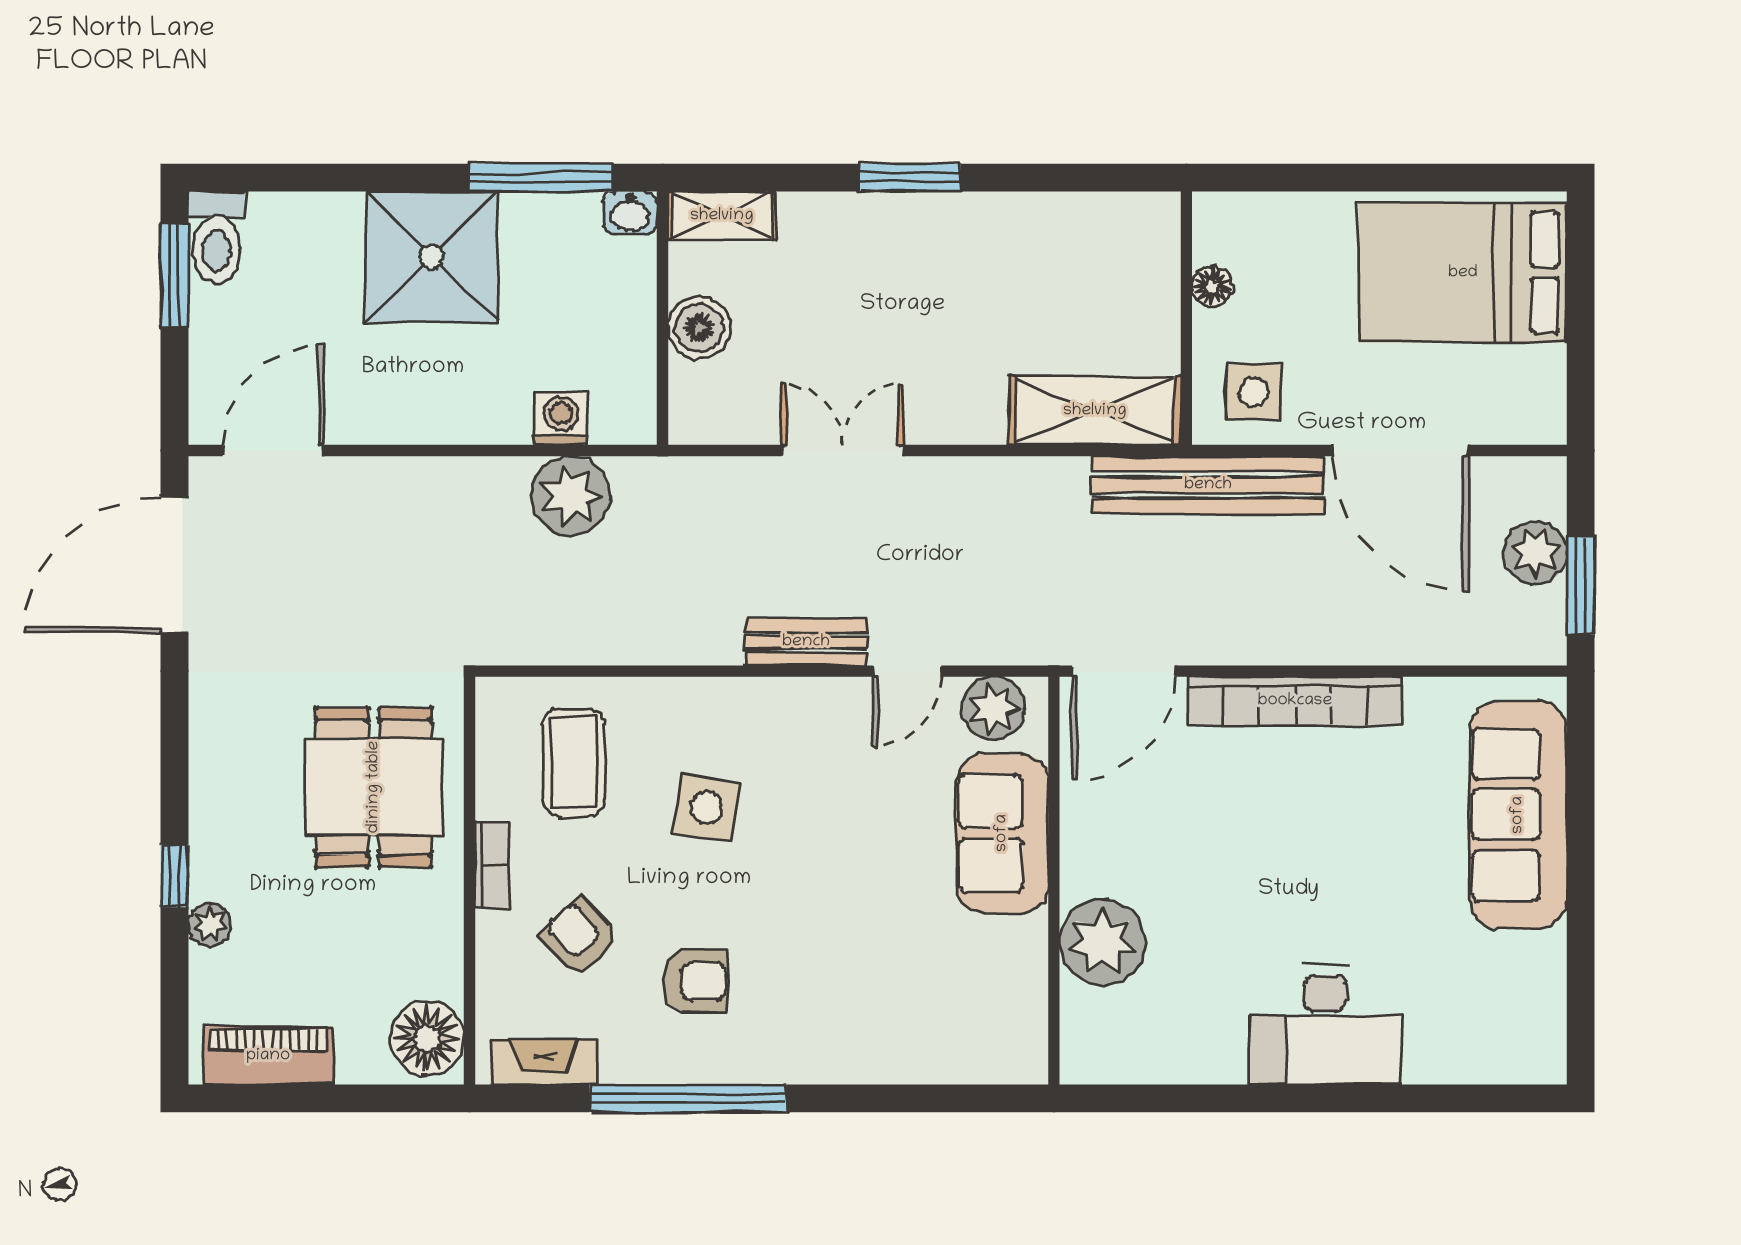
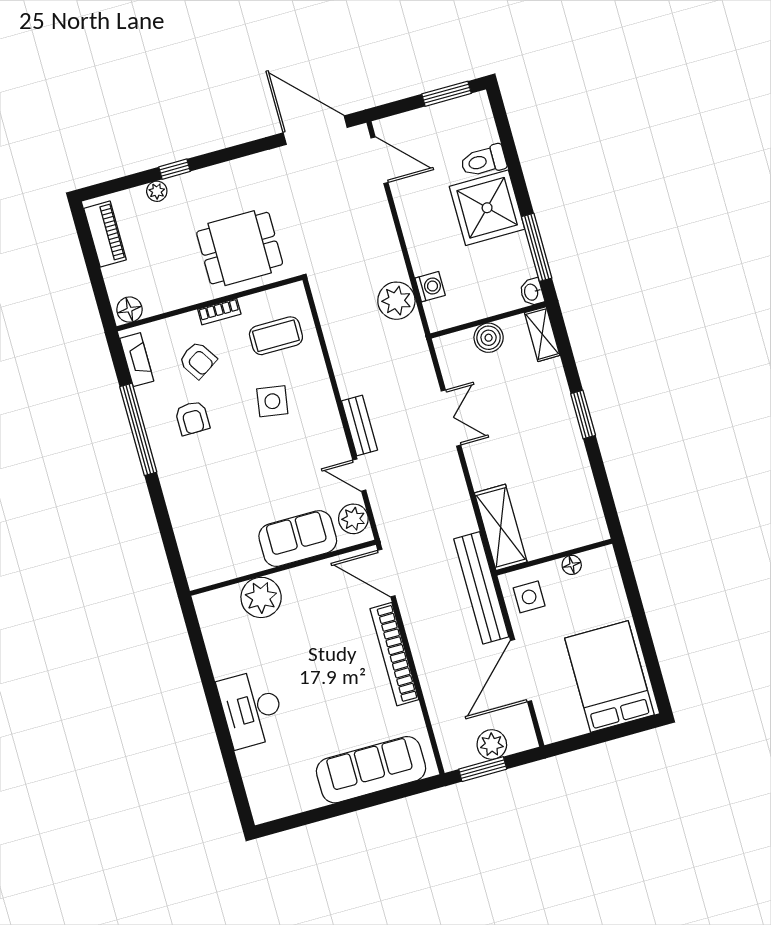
toilet: (216, 238) -> (483, 161), moved
armchair: (580, 937) -> (198, 360), turned 100
floor lamp: (427, 1038) -> (129, 310), width x0.73, depth x0.73

